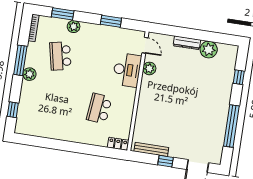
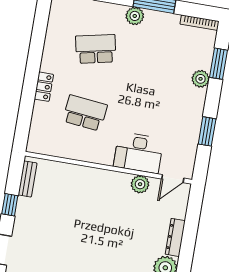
school desk: (60, 56) -> (96, 49), moved
locker: (118, 144) -> (44, 87), moved
bench: (151, 149) -> (27, 179), width x0.73

